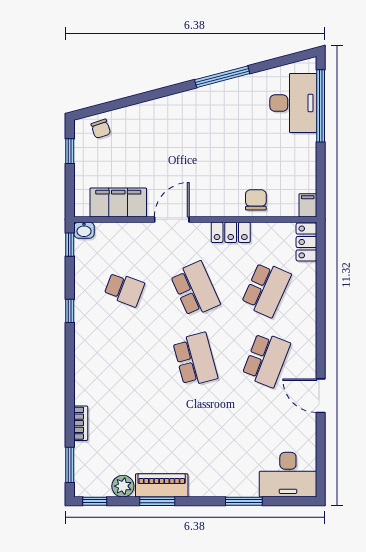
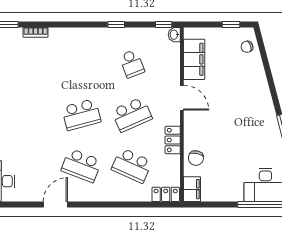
chair: (256, 200) -> (196, 158), turned 101
filing cabinet: (308, 205) -> (192, 189), width x2.00
school desk: (124, 289) -> (132, 64), turned -42

